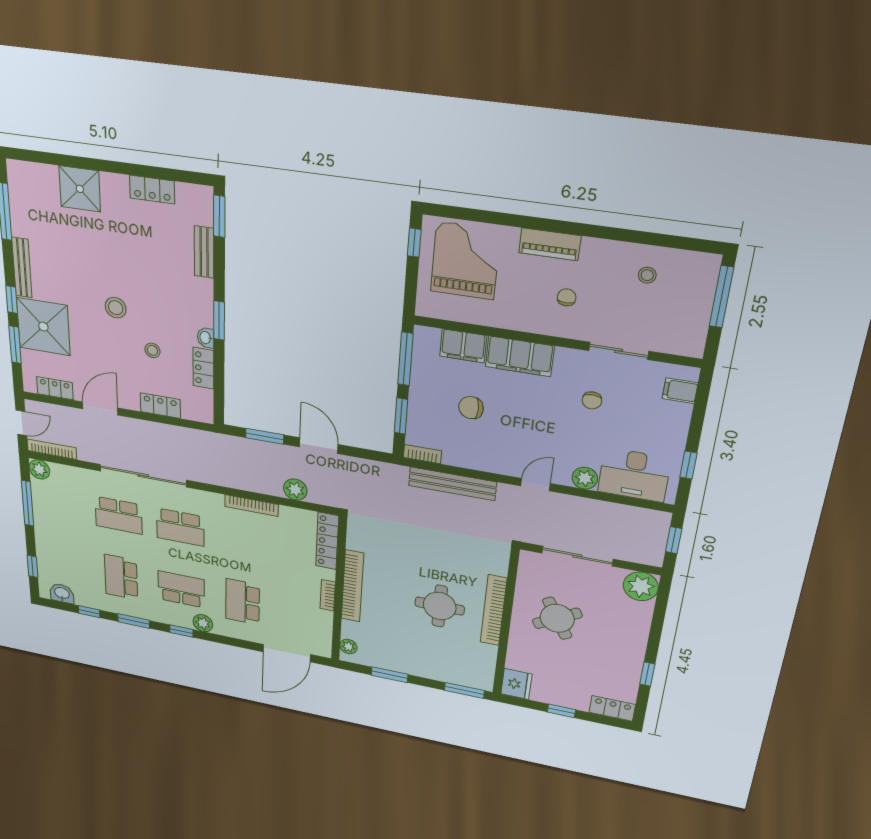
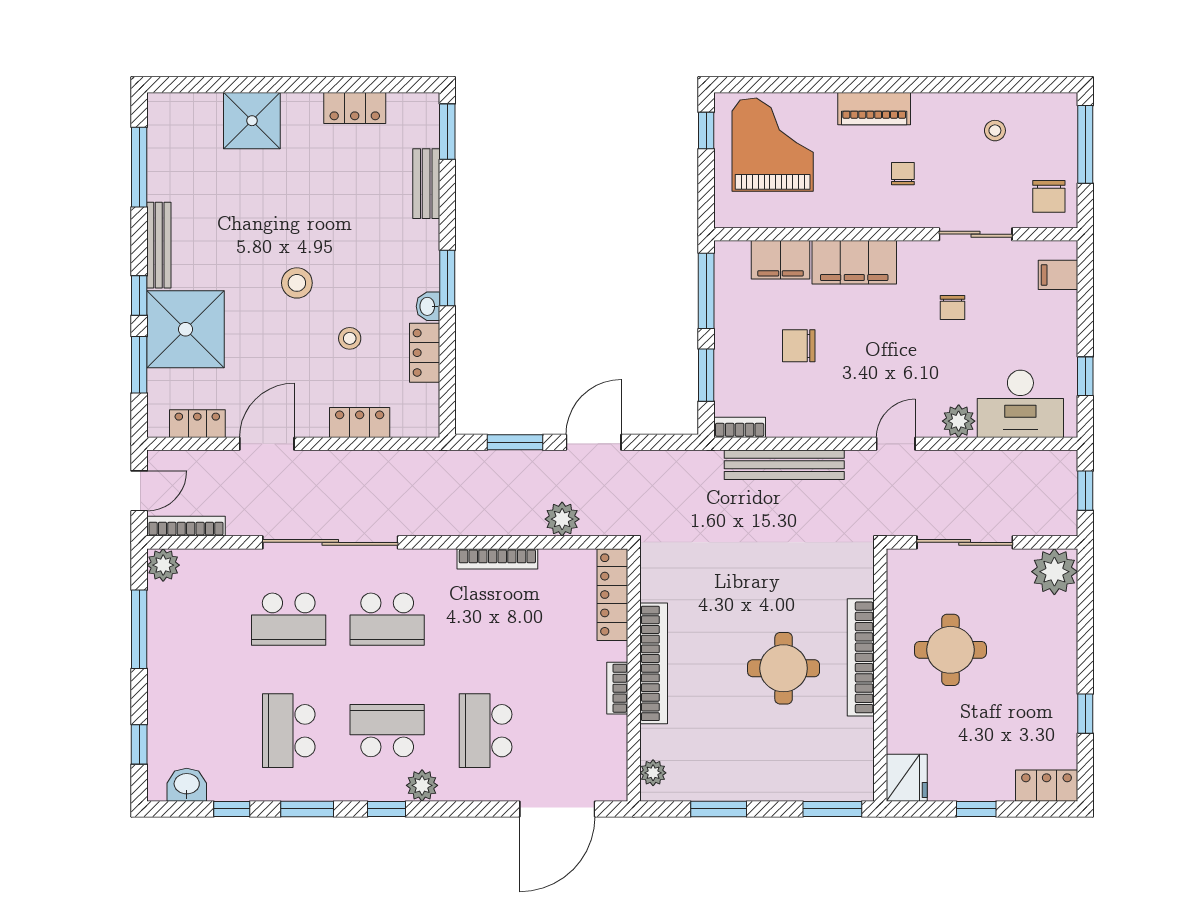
chair: (683, 332) -> (1049, 196), added
door: (319, 446) -> (594, 442), hinge flipped
round table: (557, 618) -> (950, 650), turned 30

